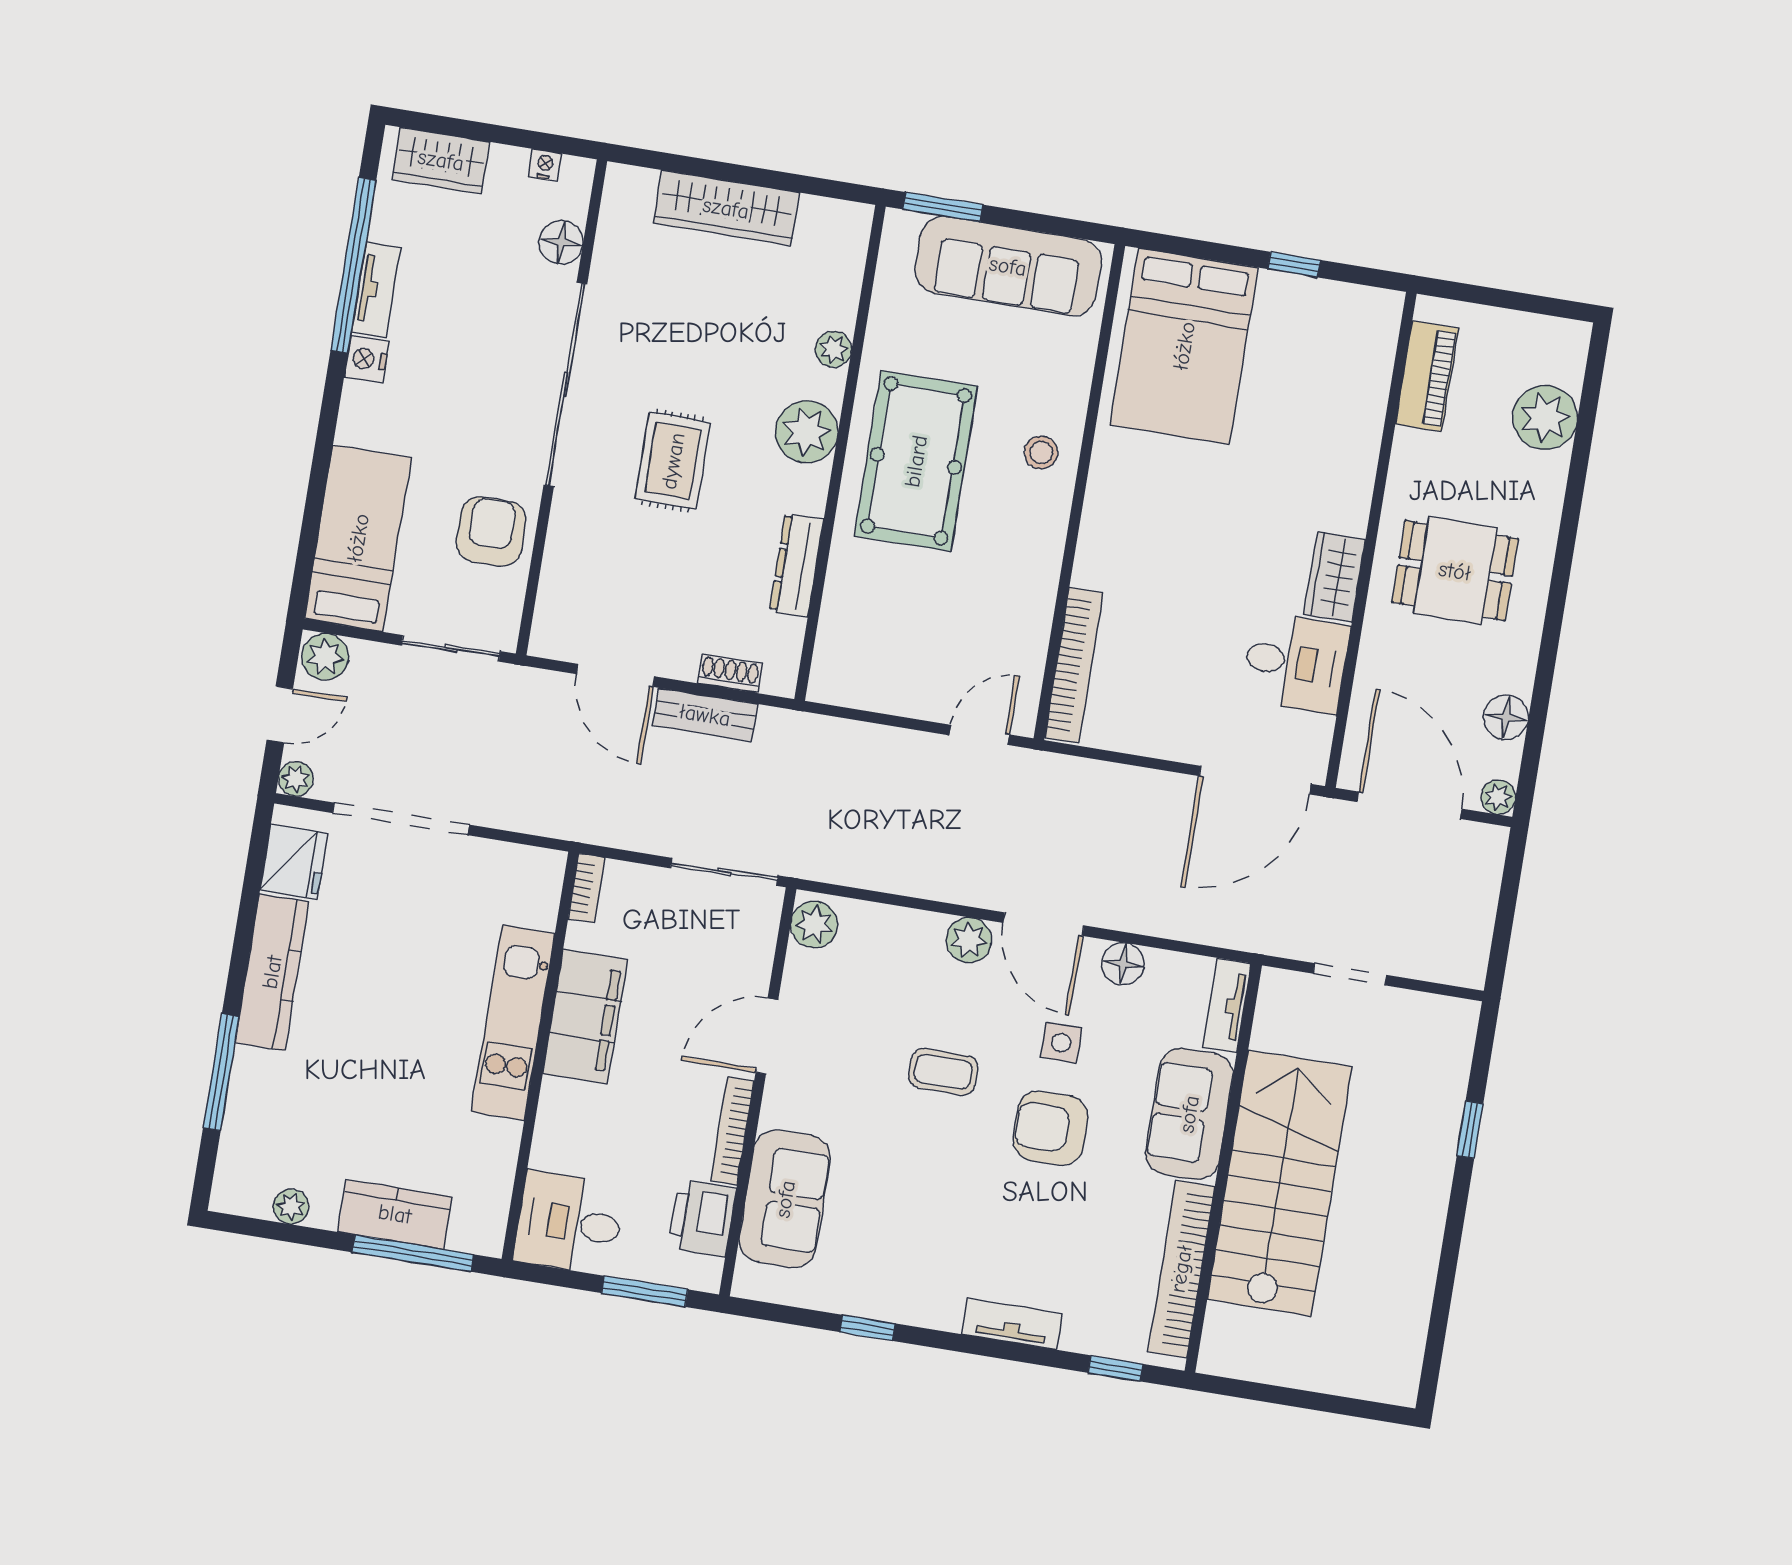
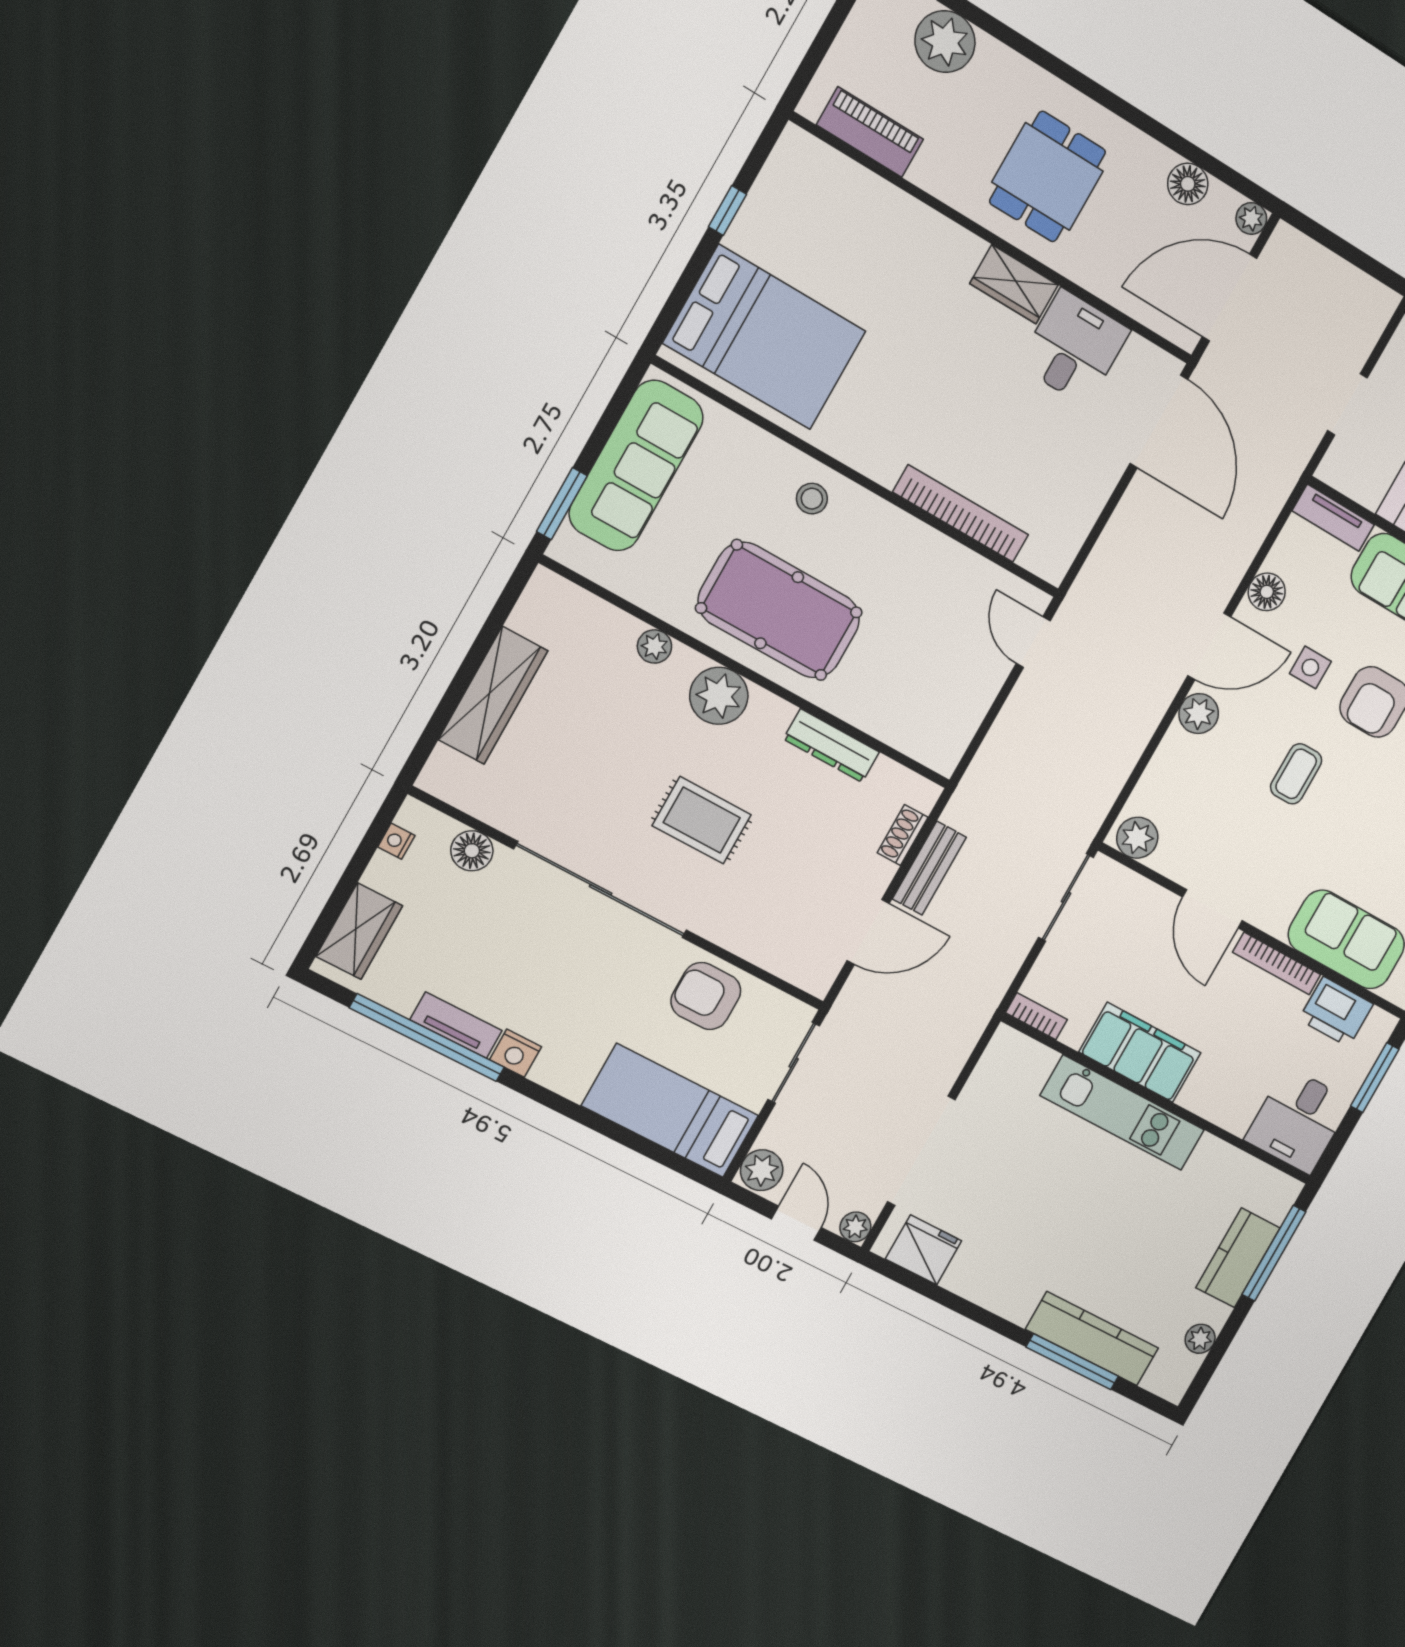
bookcase: (1074, 665) -> (961, 514), moved
kitchen counter: (272, 972) -> (1092, 1339), moved

